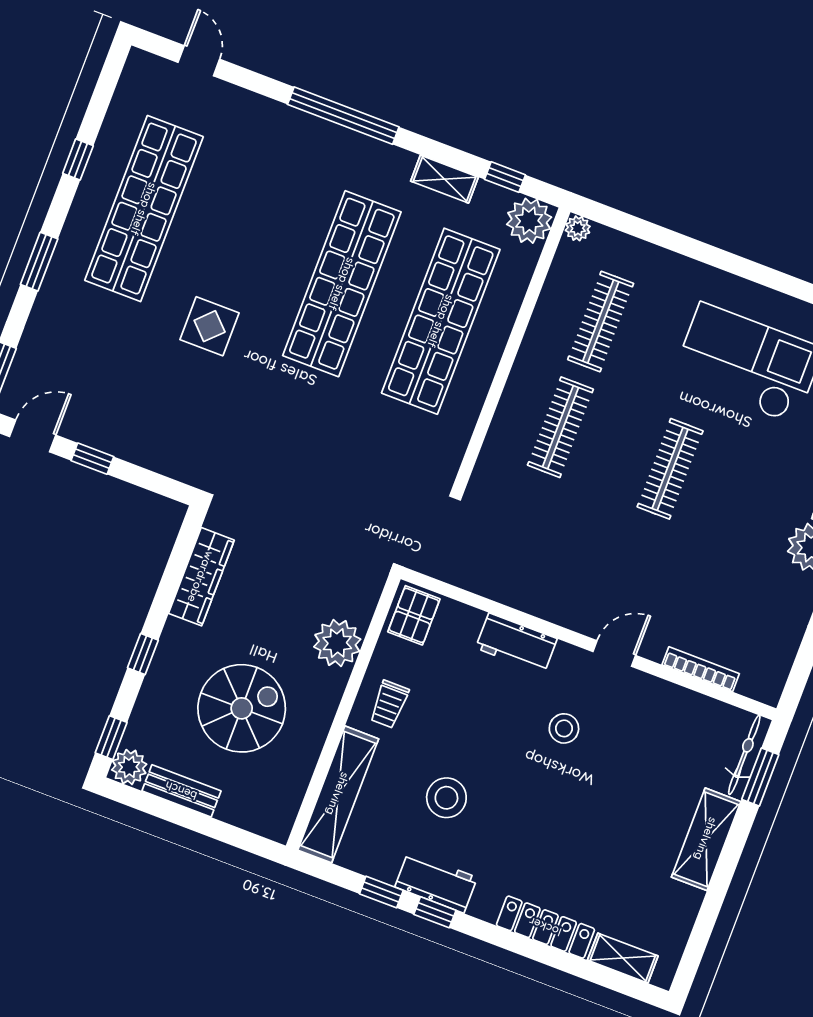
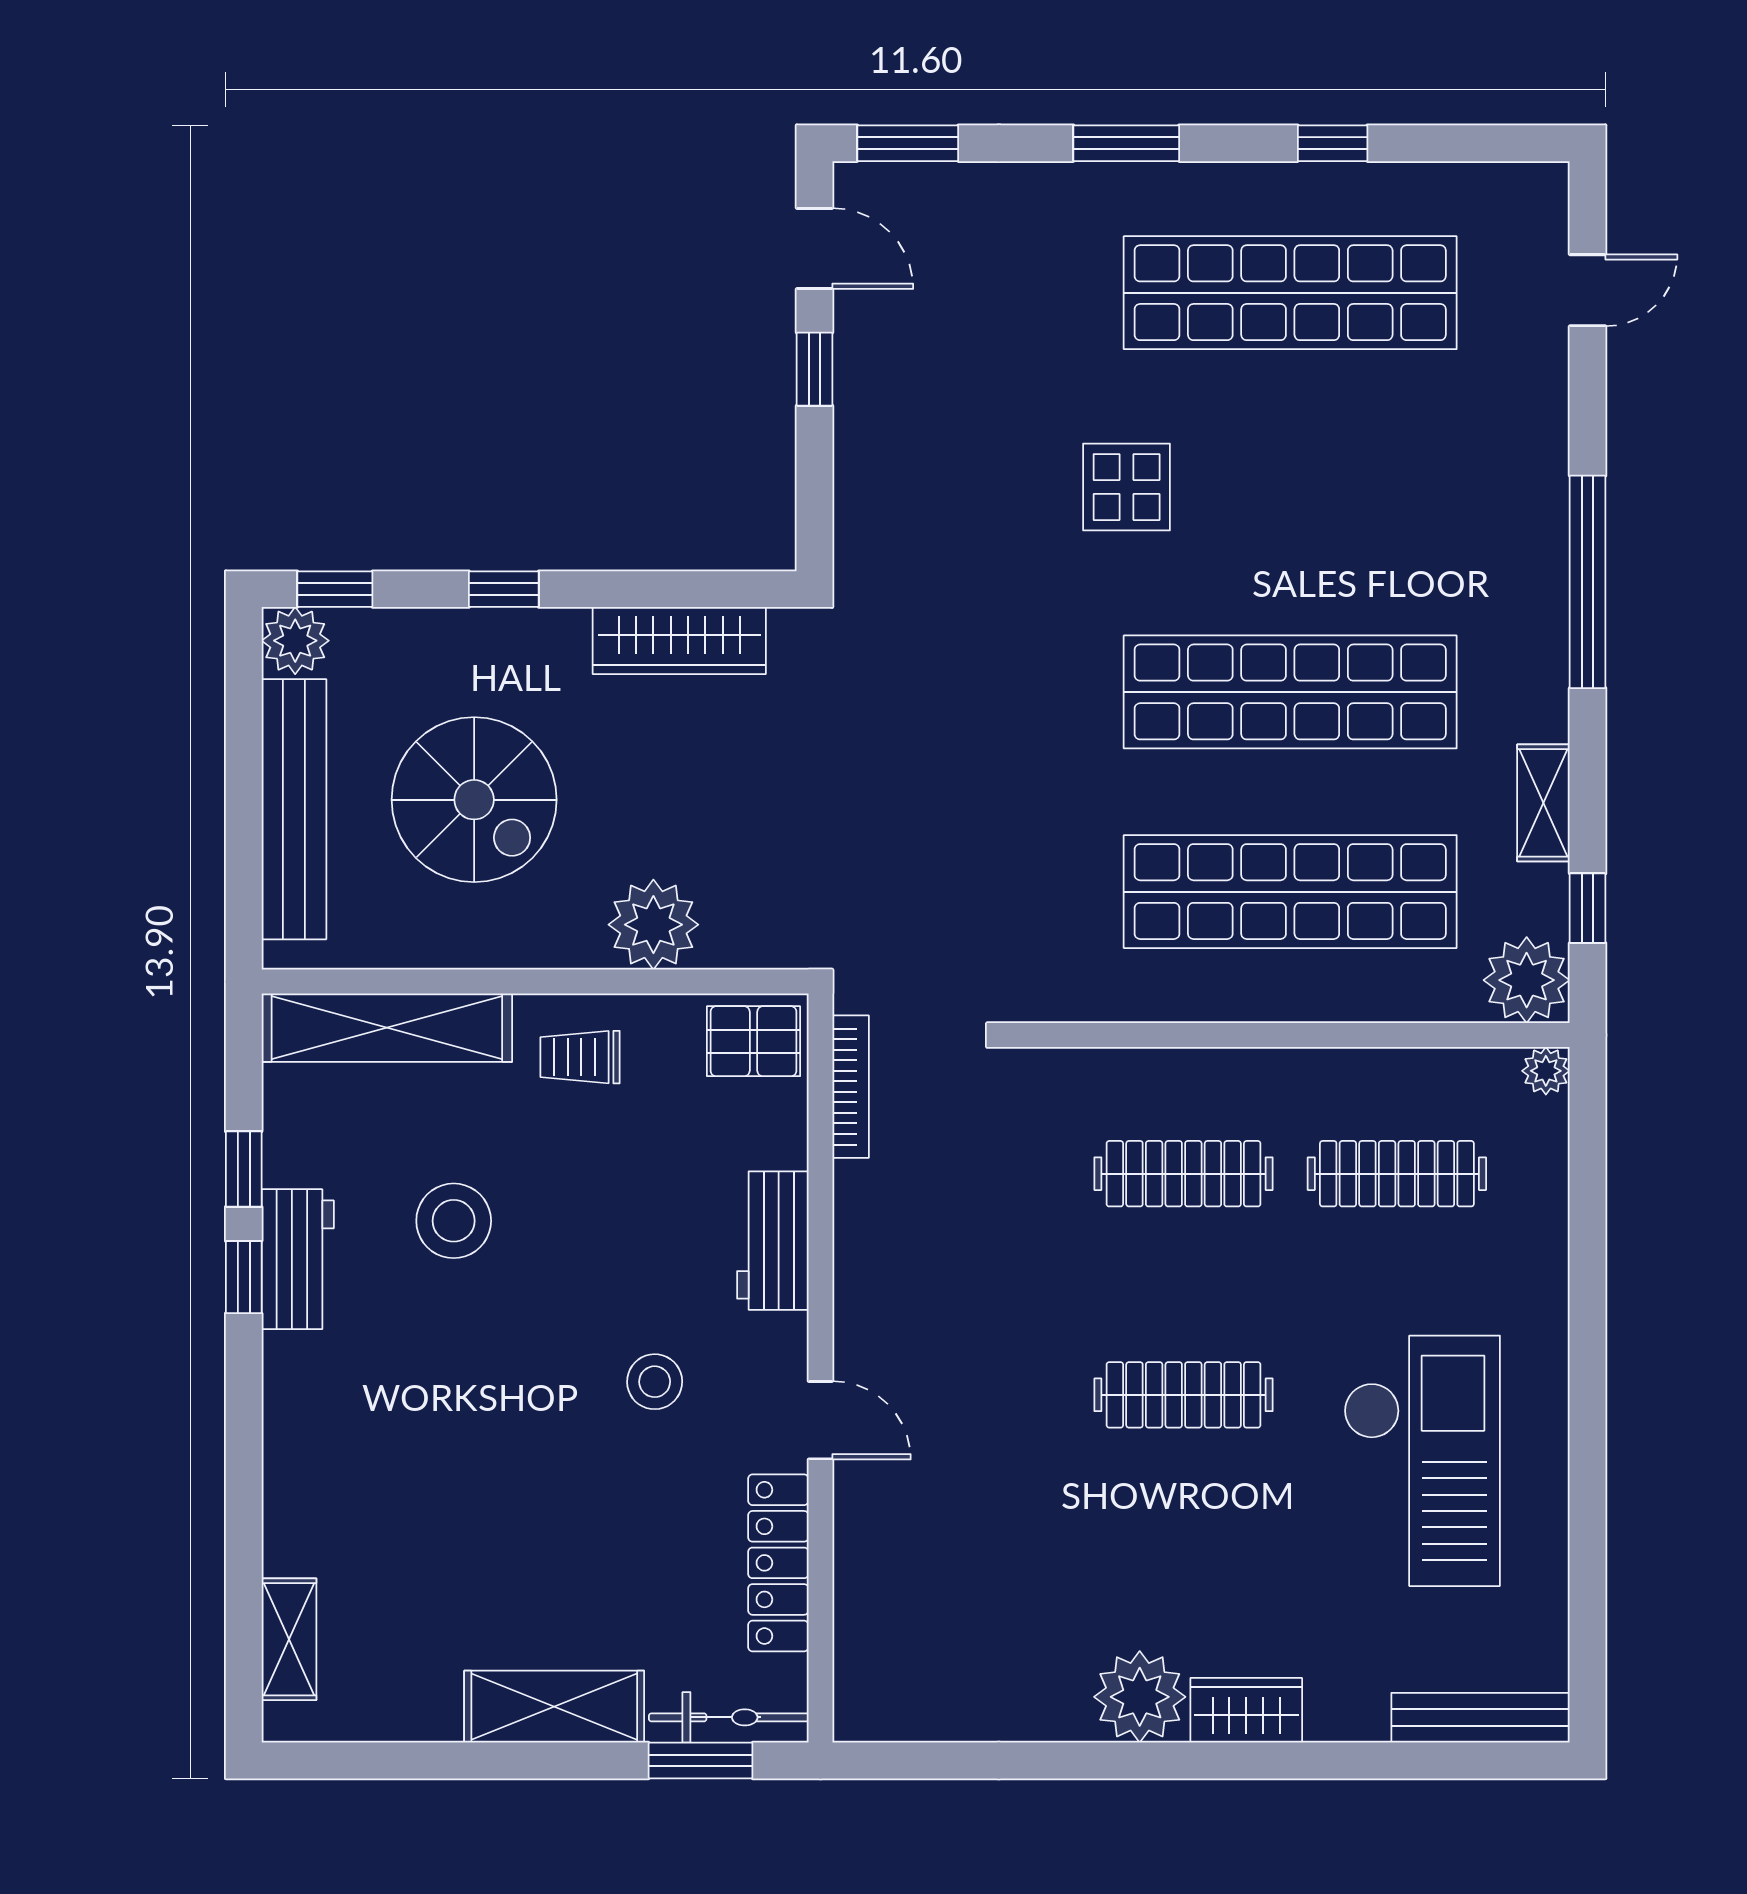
bookcase: (701, 669) -> (851, 1087), moved
bench: (181, 791) -> (294, 809), width x1.86, depth x1.21
locker: (545, 927) -> (778, 1563), moved, turned 180

